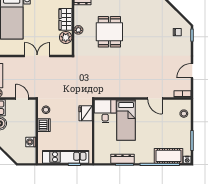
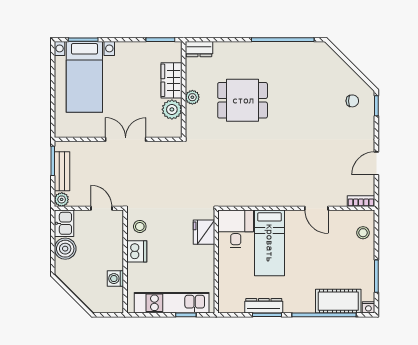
dining table: (109, 32) -> (243, 100), turned 90

